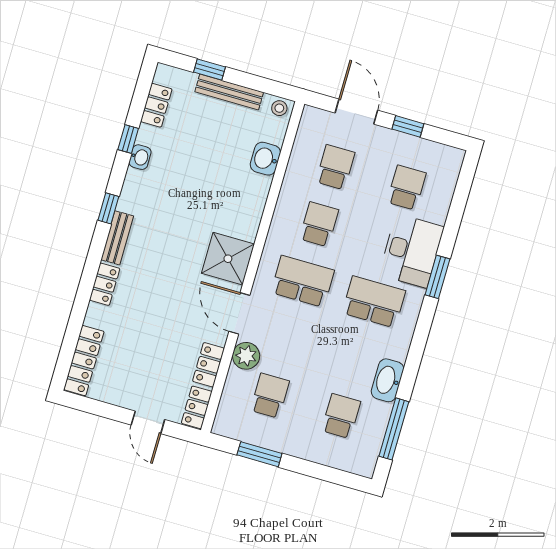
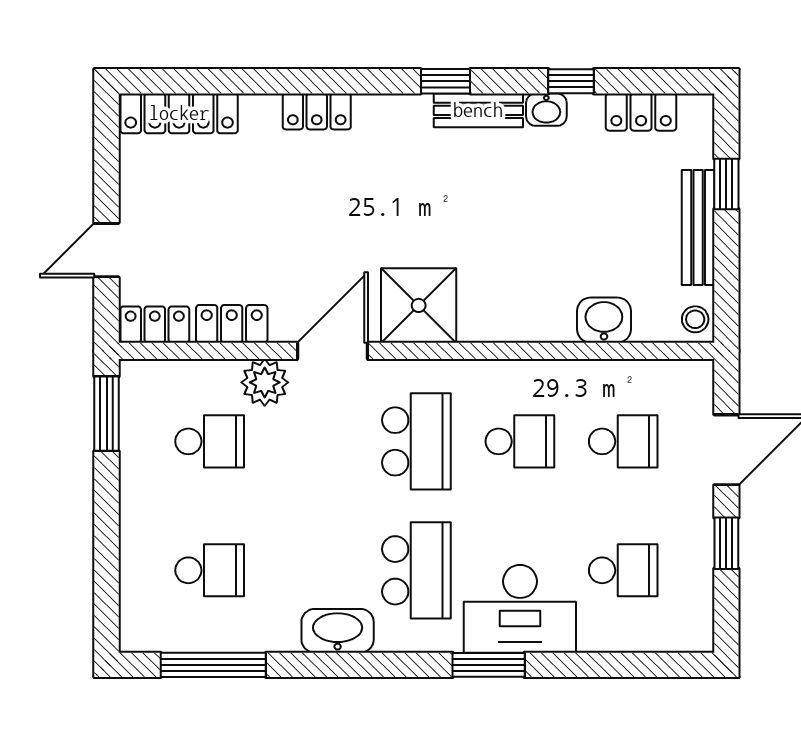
bench: (117, 238) -> (478, 110), moved
washbasin: (387, 380) -> (338, 631), moved
window: (259, 454) -> (107, 414), moved

